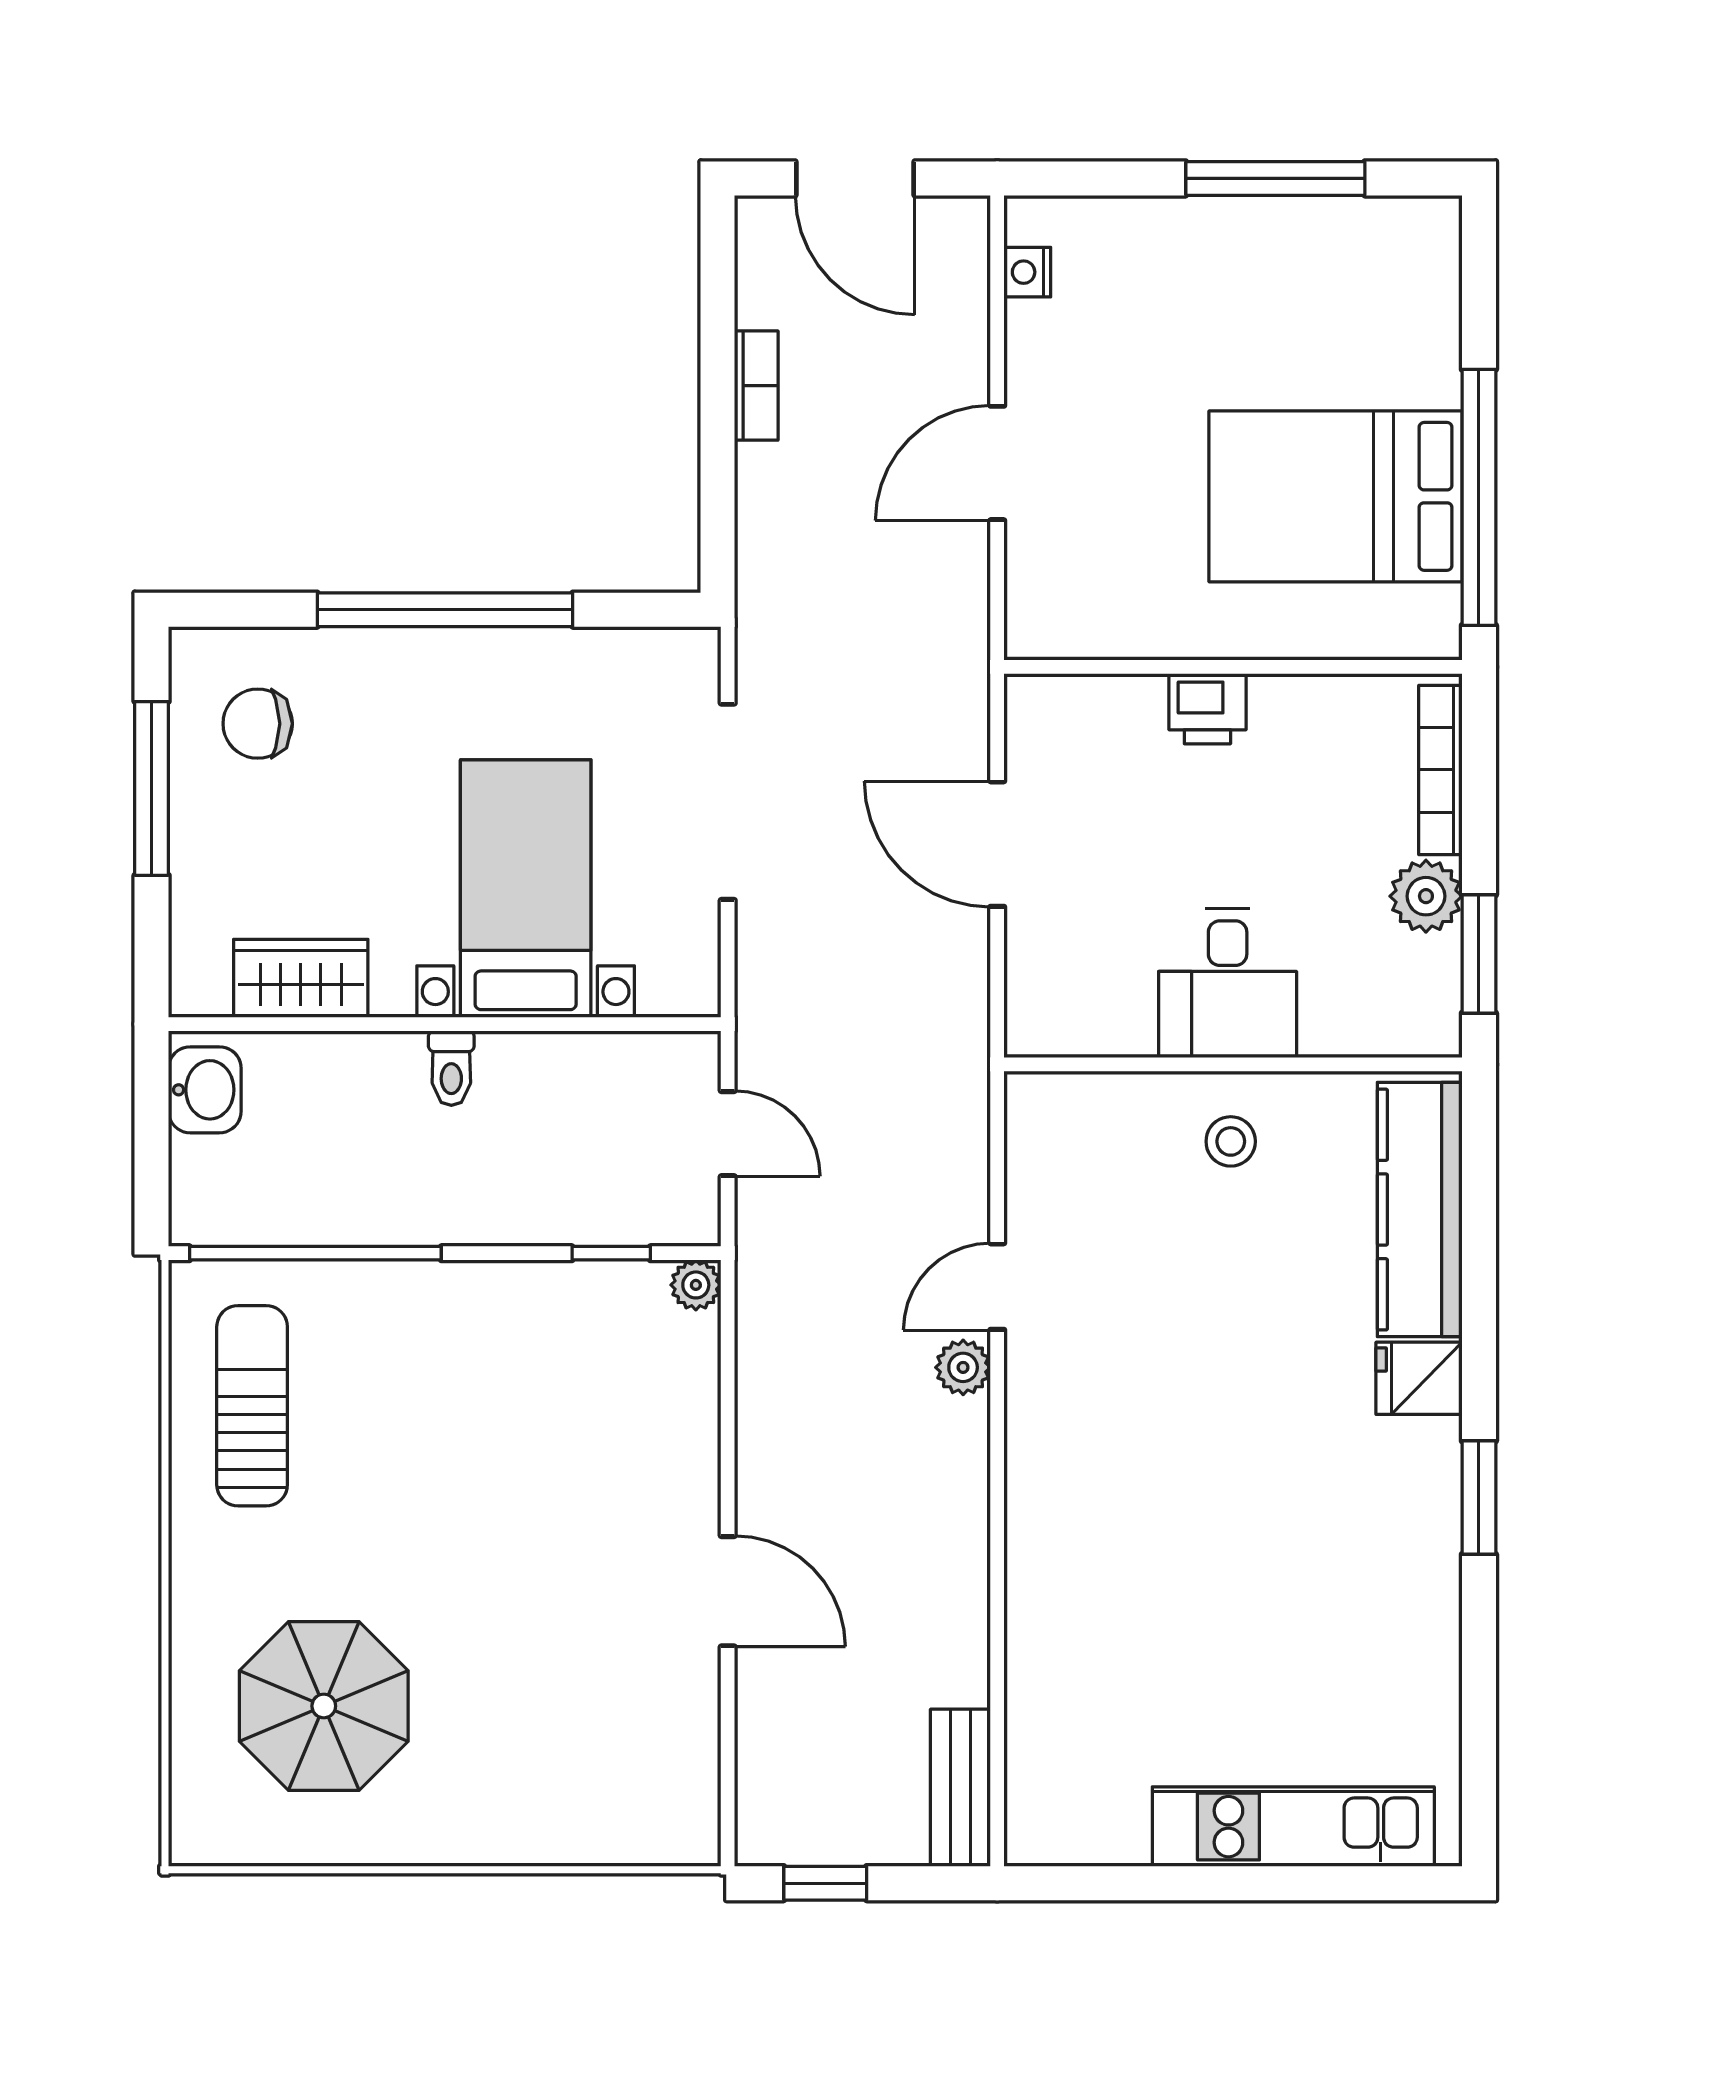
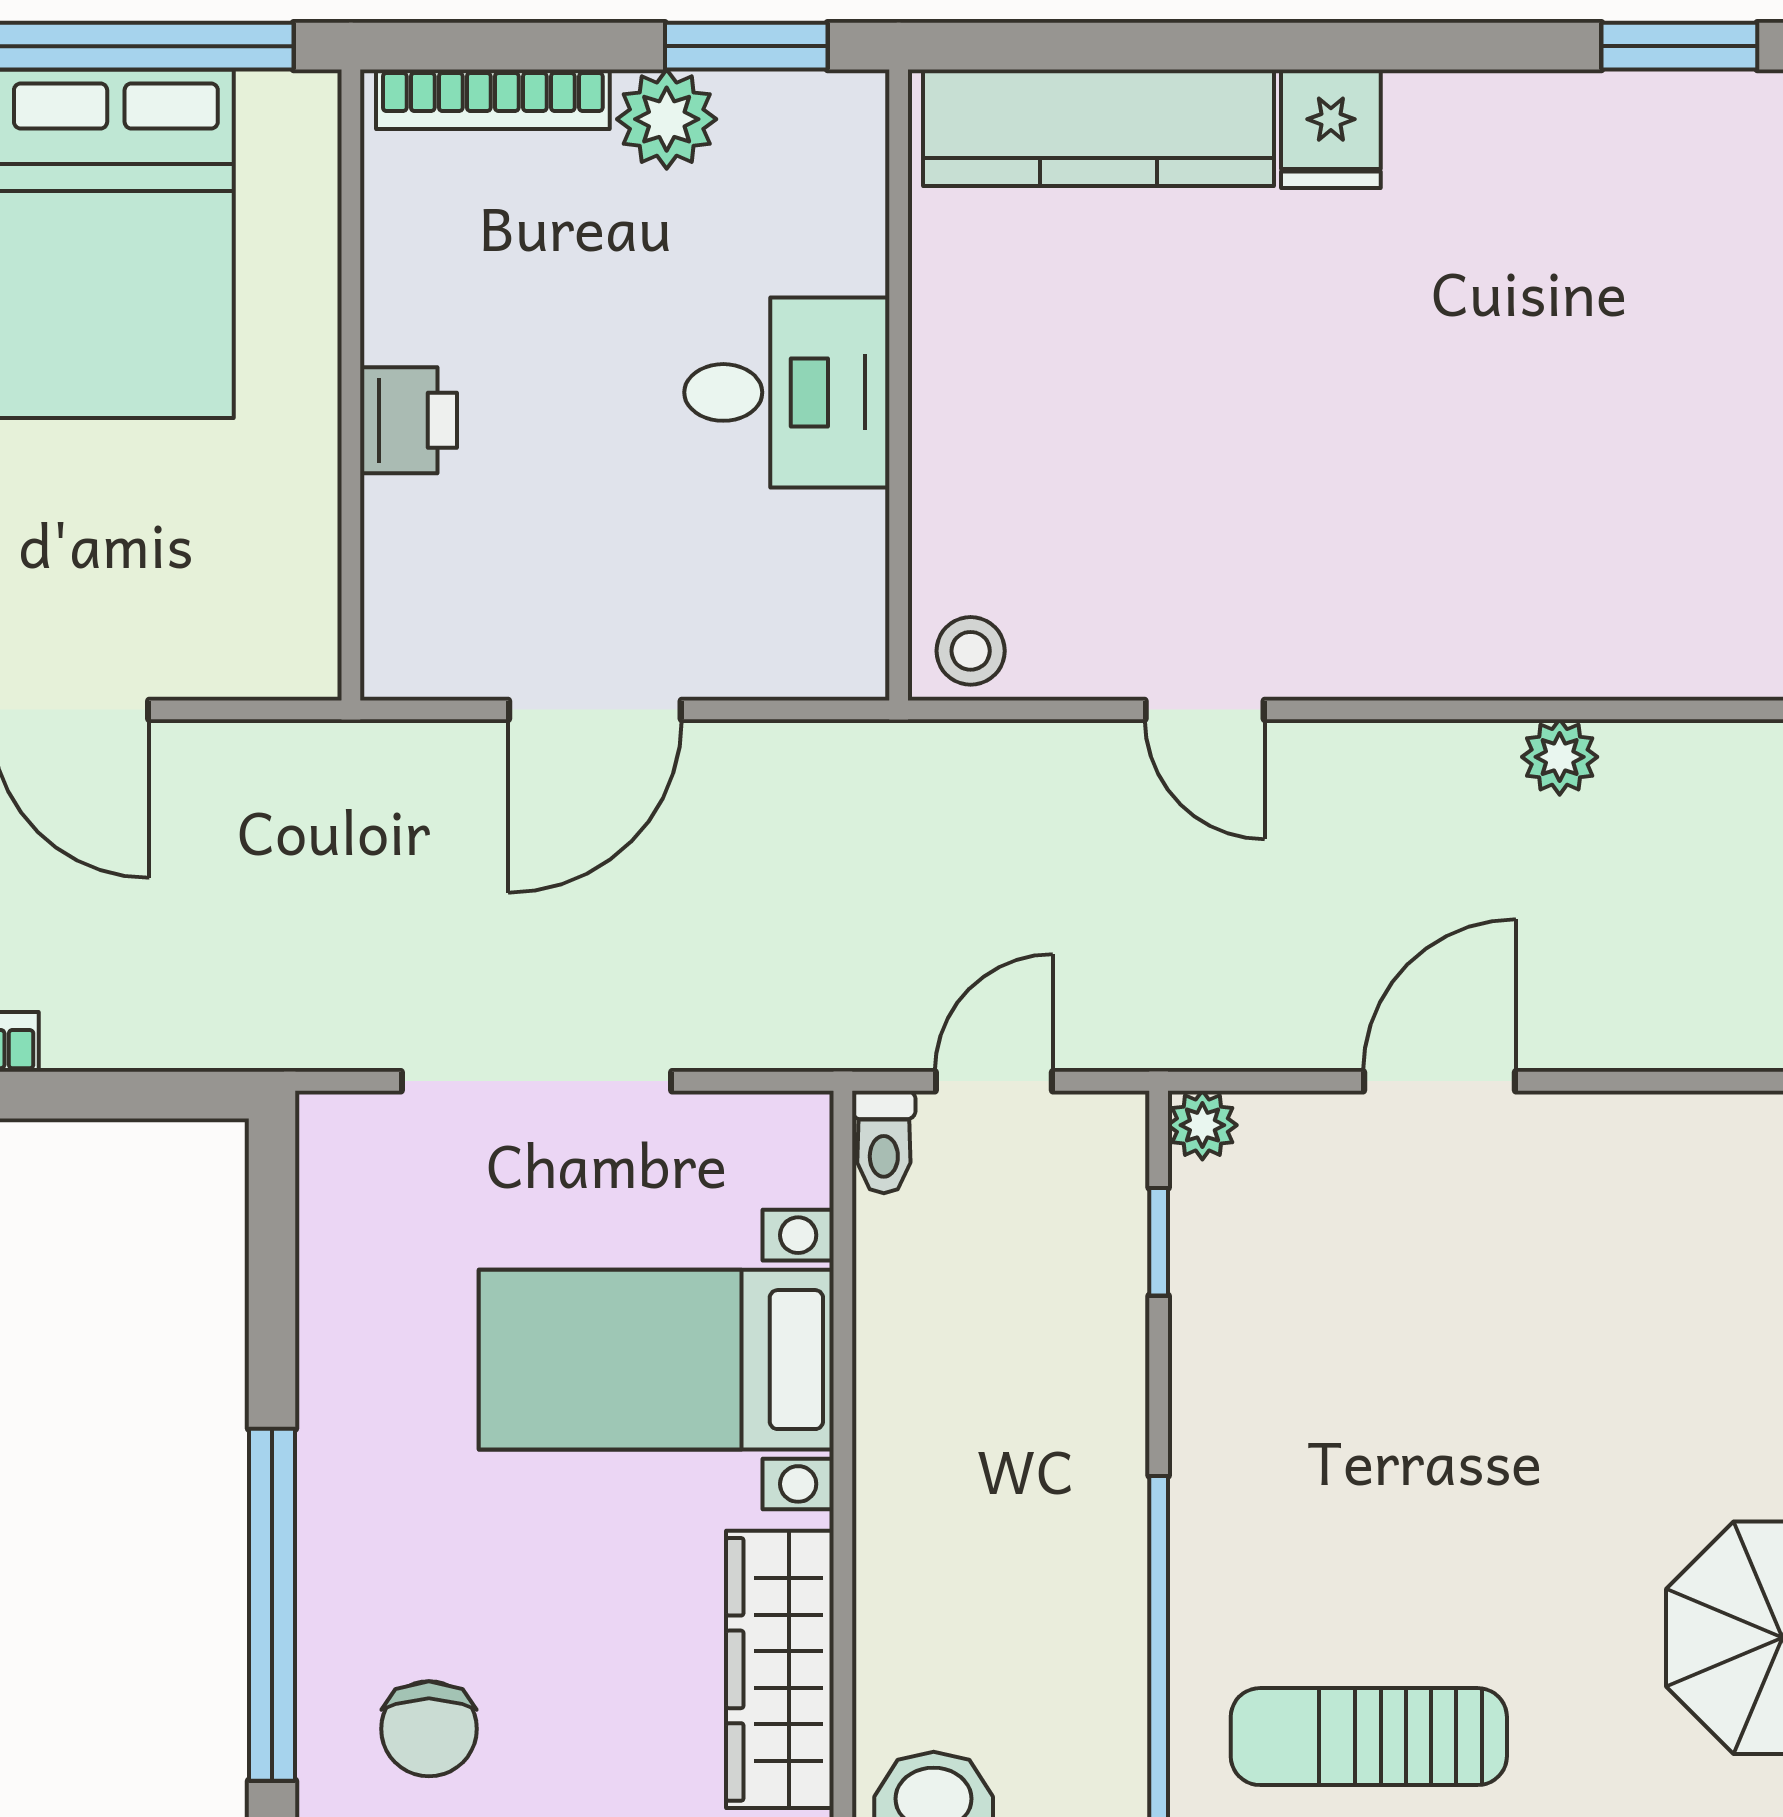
window: (445, 610) -> (272, 1605), moved
wardrobe: (301, 978) -> (780, 1669), width x1.50
toilet: (451, 1068) -> (884, 1142), moved, turned 90
stool: (1231, 1141) -> (971, 651), moved
plant: (963, 1367) -> (1560, 757), moved
window: (1479, 1498) -> (1679, 46), moved
door: (728, 1591) -> (1440, 1081), moved

